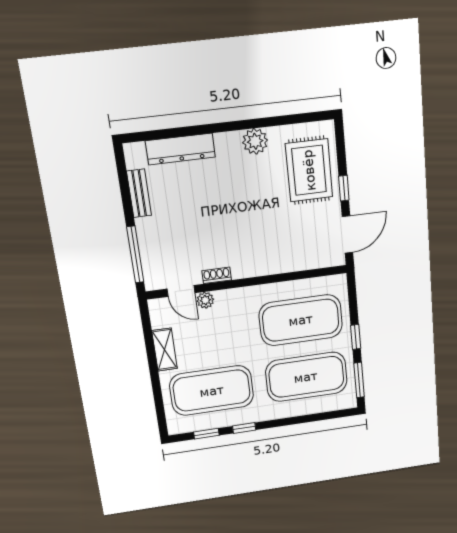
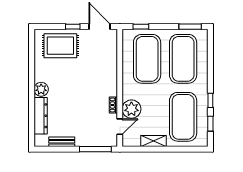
plant: (255, 141) -> (41, 89), moved
plant: (205, 300) -> (131, 109), width x1.88, depth x1.88
window: (356, 337) -> (141, 27), moved

